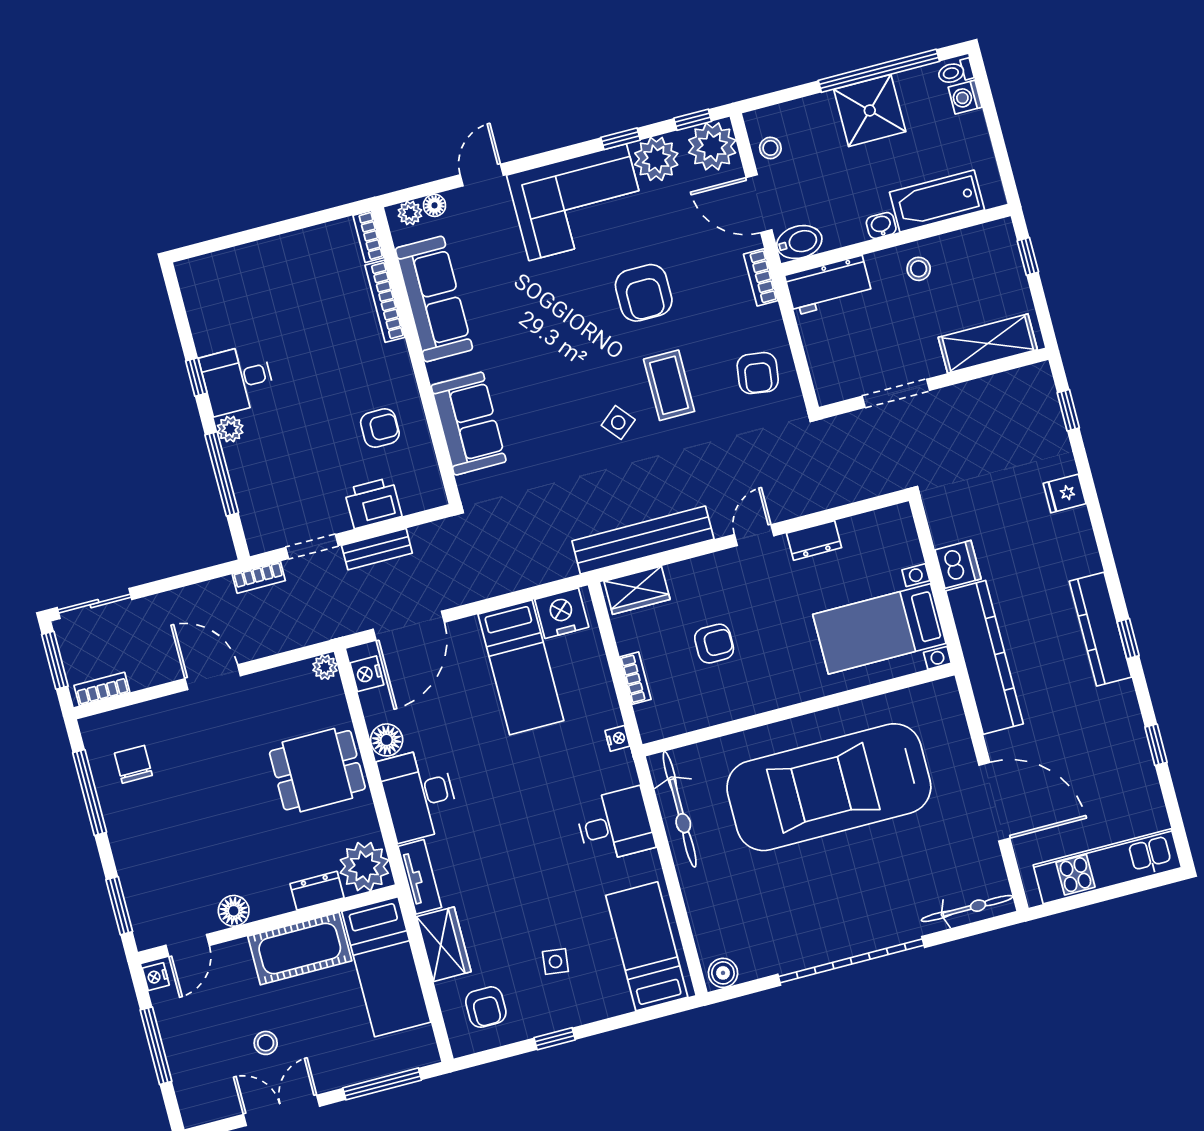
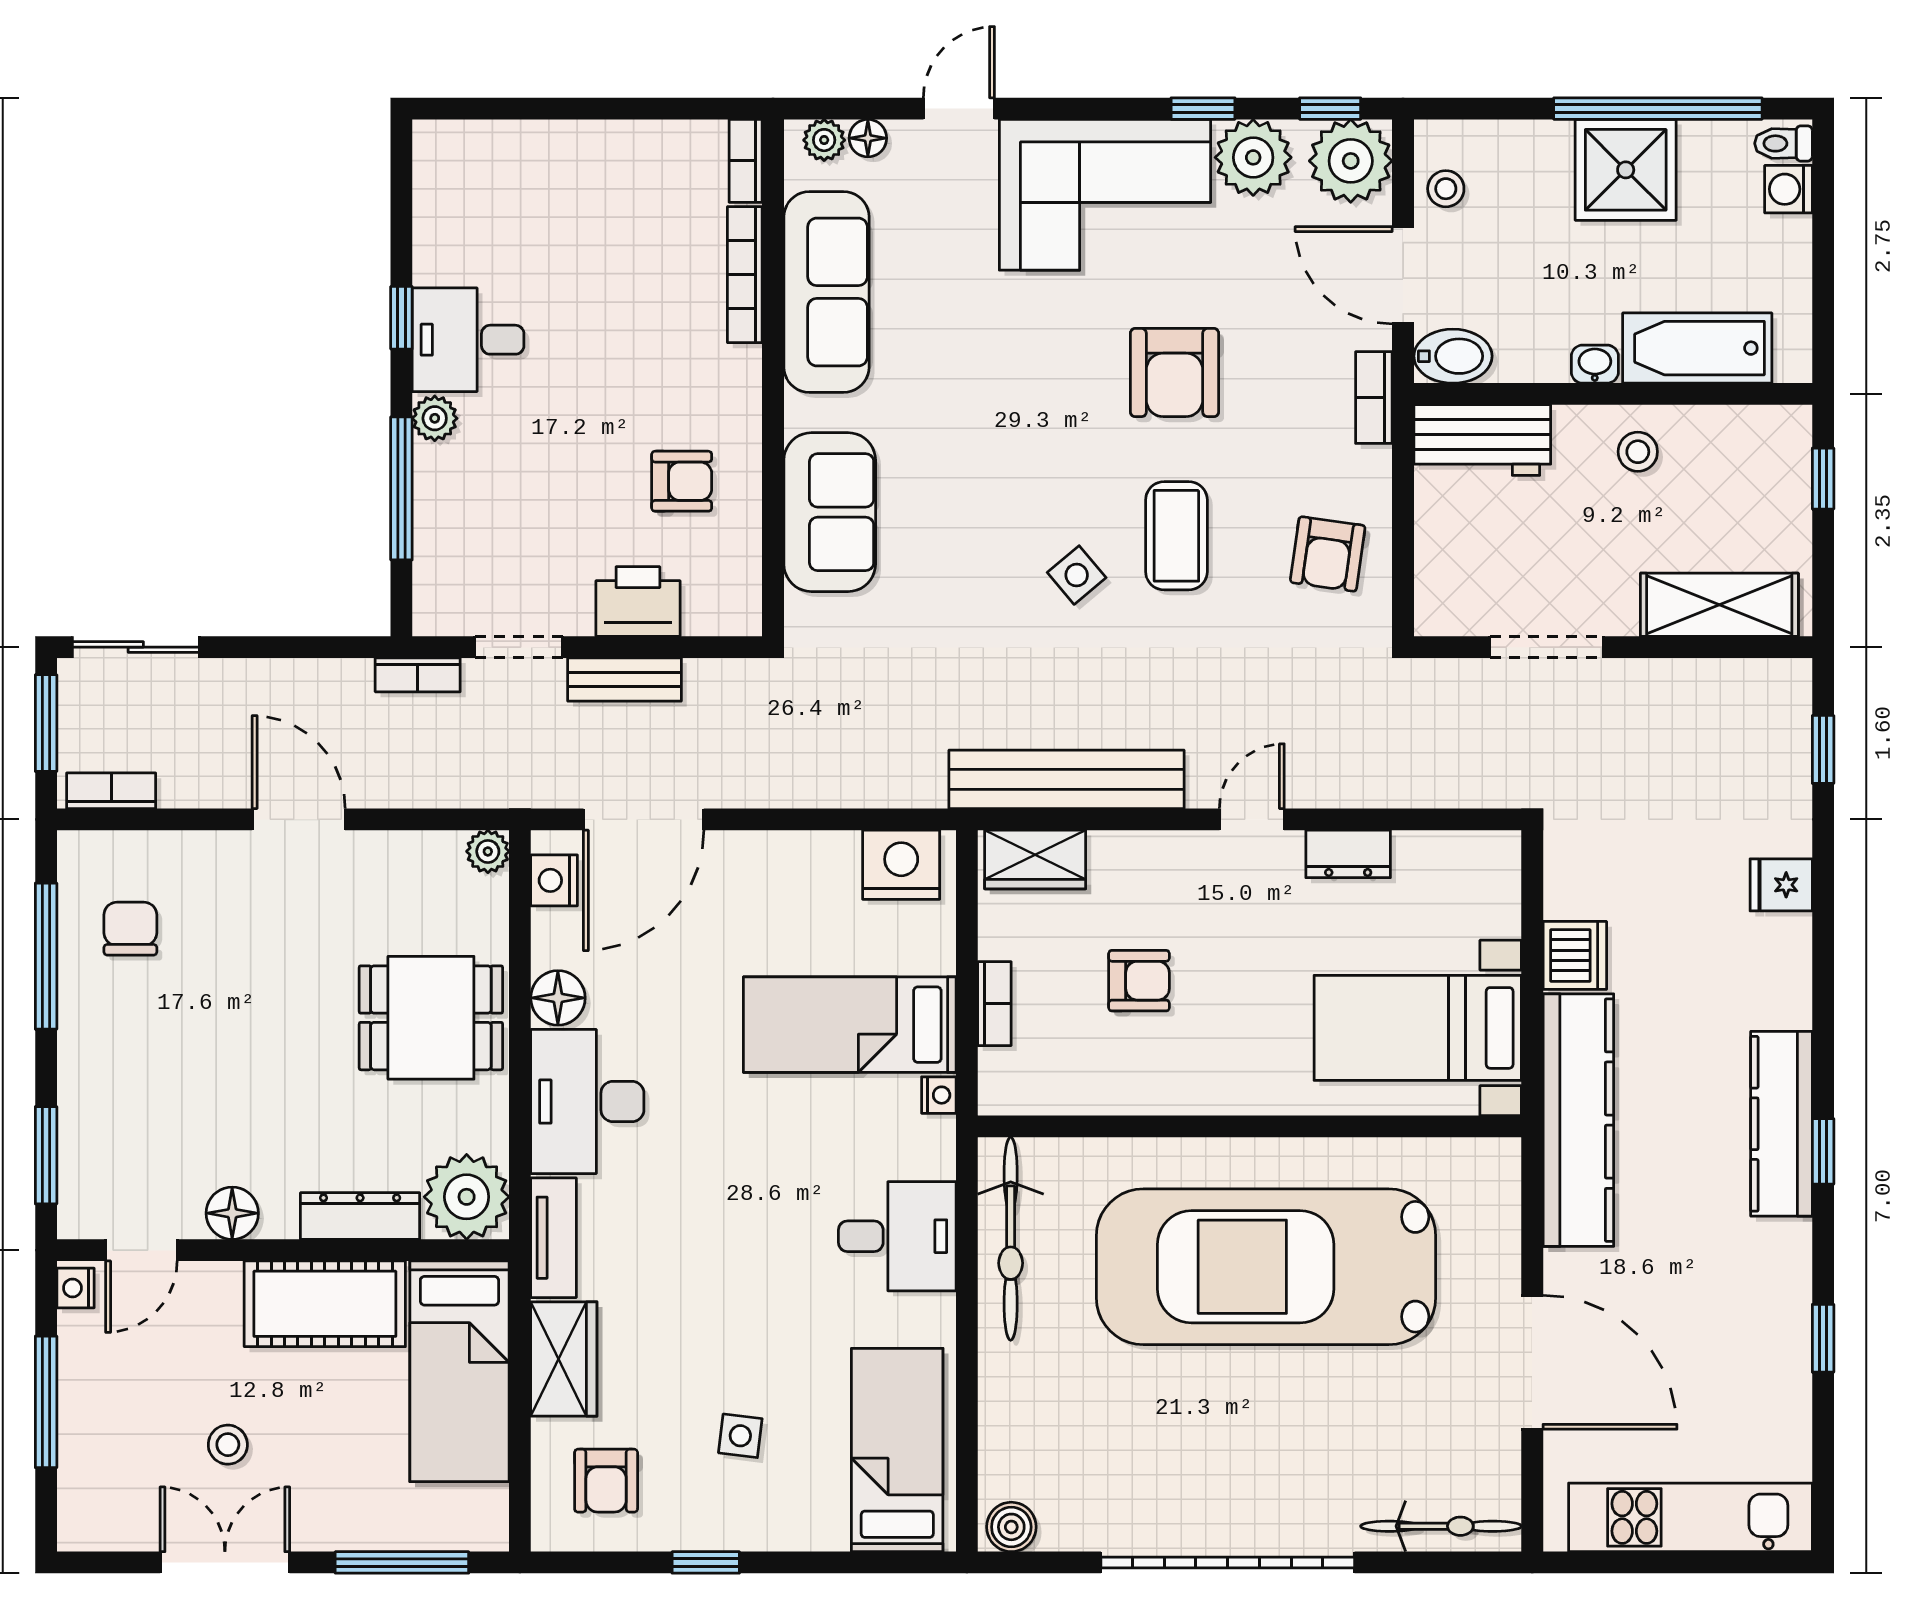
bed: (521, 667) -> (850, 1025), moved, turned 90
dresser: (317, 891) -> (360, 1216), width x1.44

